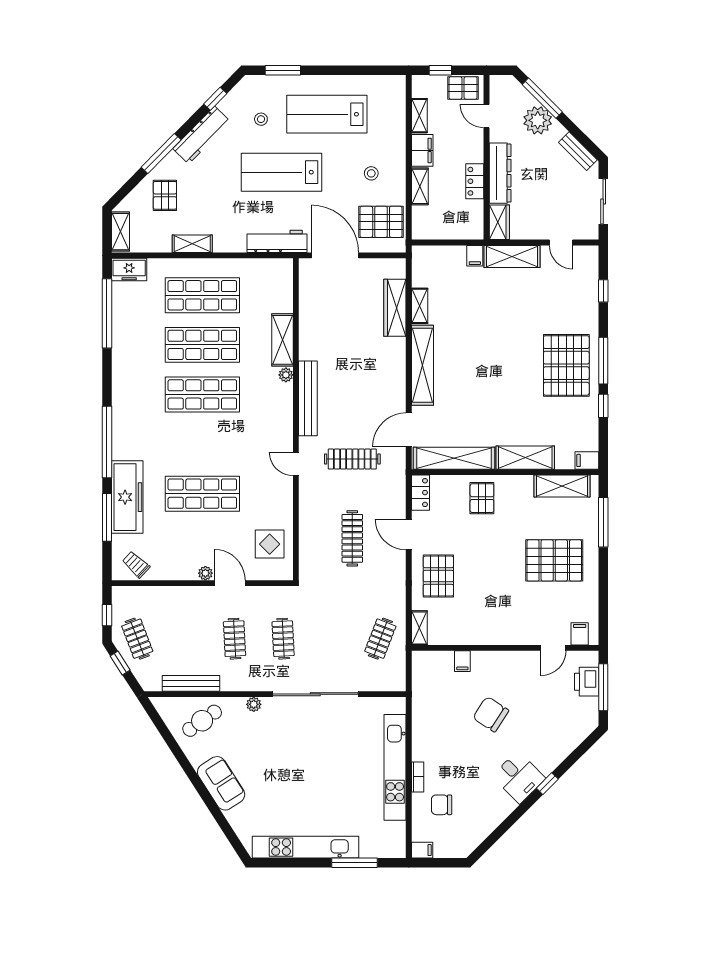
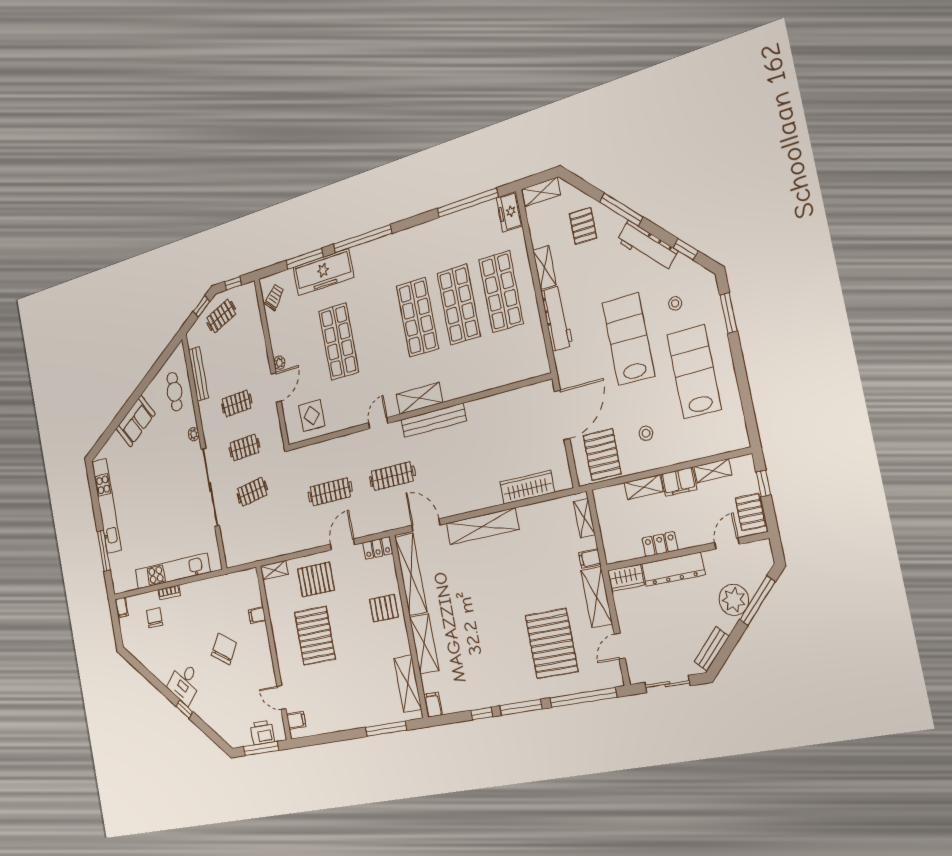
pallet: (165, 195) -> (583, 226), turned 90
workbench: (277, 241) -> (557, 318), moved
window: (603, 291) -> (583, 697), width x3.17
shelving: (420, 306) -> (584, 518), moved, turned 90
shelving: (283, 340) -> (419, 398), moved
pallet: (566, 365) -> (552, 644), moved, turned 90
plant: (286, 375) -> (449, 394), removed
clothes rail: (352, 459) -> (392, 476), turned 90
pallet: (554, 560) -> (315, 636), moved
clothes rail: (380, 639) -> (252, 492), moved, turned -30
cafe table: (202, 721) -> (174, 392), turned 35

